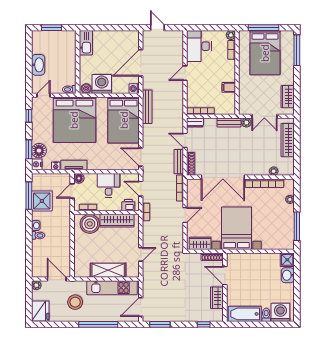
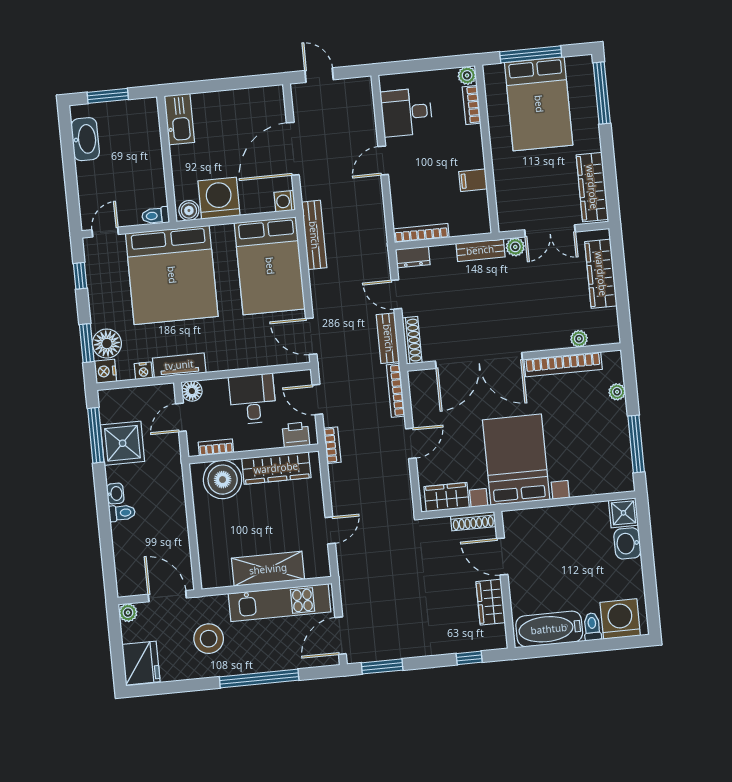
desk: (199, 46) -> (406, 112), width x0.73
washbasin: (38, 65) -> (85, 139), moved
wardrobe: (288, 97) -> (592, 187), width x1.50

